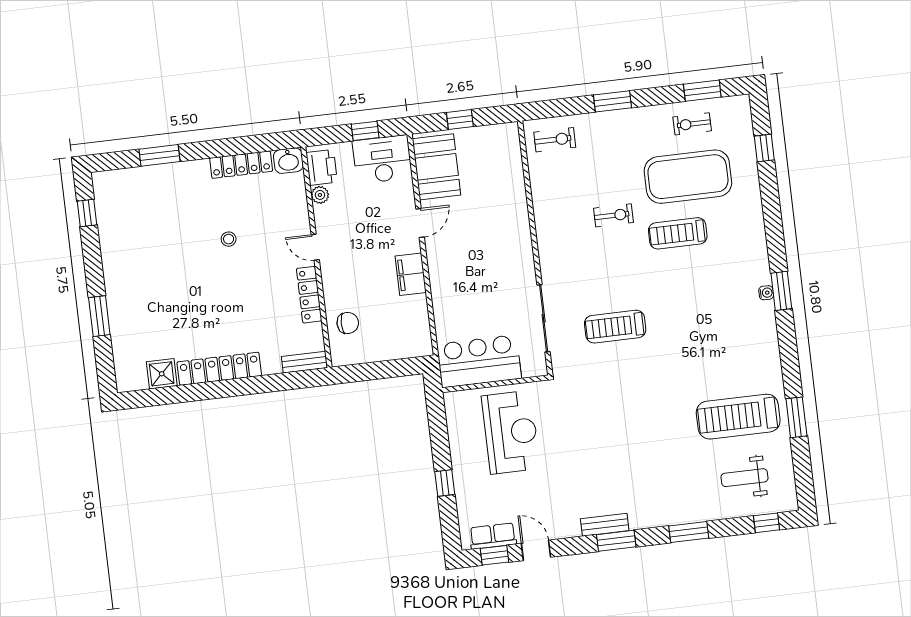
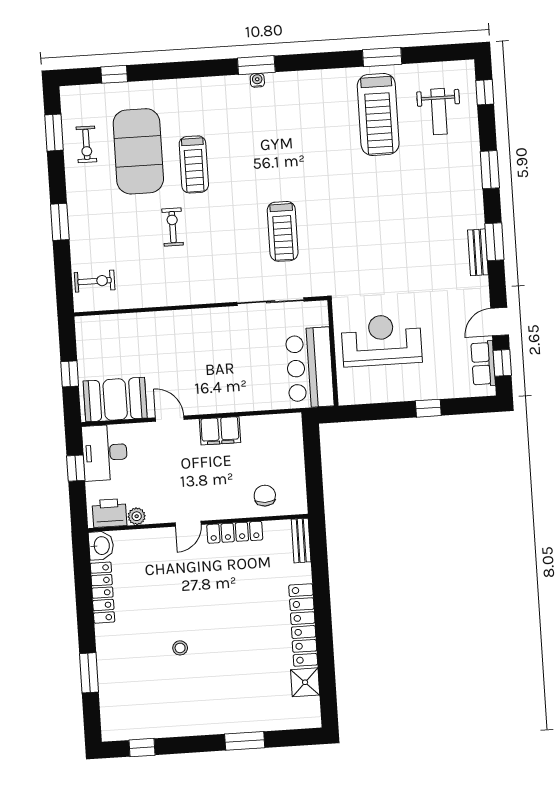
exercise bike: (555, 140) -> (95, 281), turned 90
stool: (229, 239) -> (180, 648), moved

